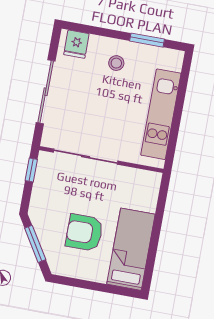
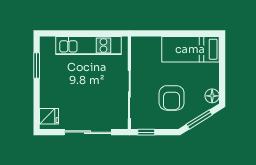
stool: (116, 63) -> (57, 85), removed
armchair: (84, 233) -> (172, 98), moved
floor lamp: (64, 267) -> (212, 96), added

